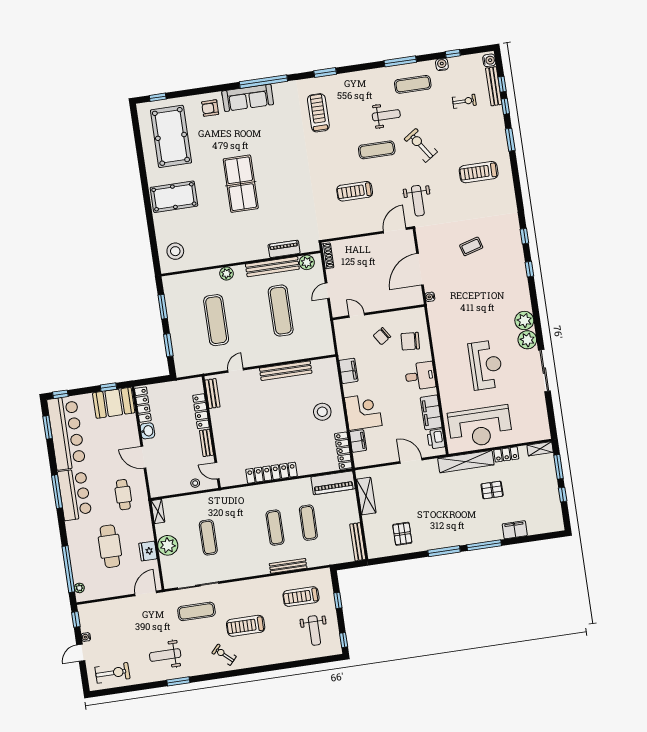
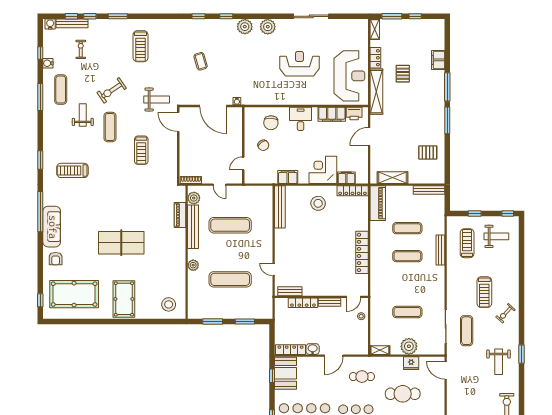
plant: (527, 340) -> (245, 27), moved
bench: (286, 371) -> (280, 207), moved
treadmill: (301, 597) -> (467, 243), turned 180

